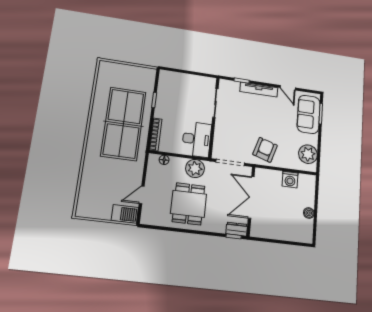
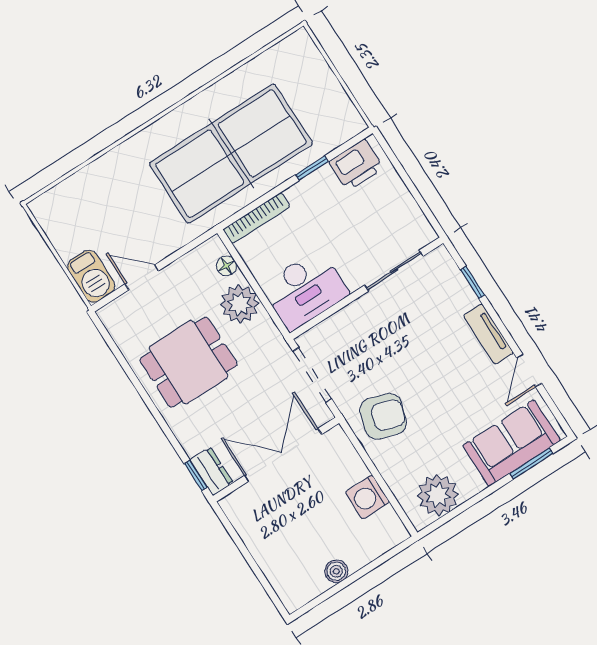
printer: (166, 84) -> (356, 165), added
tv unit: (259, 90) -> (488, 334), width x0.71
plant: (195, 168) -> (240, 304), moved

